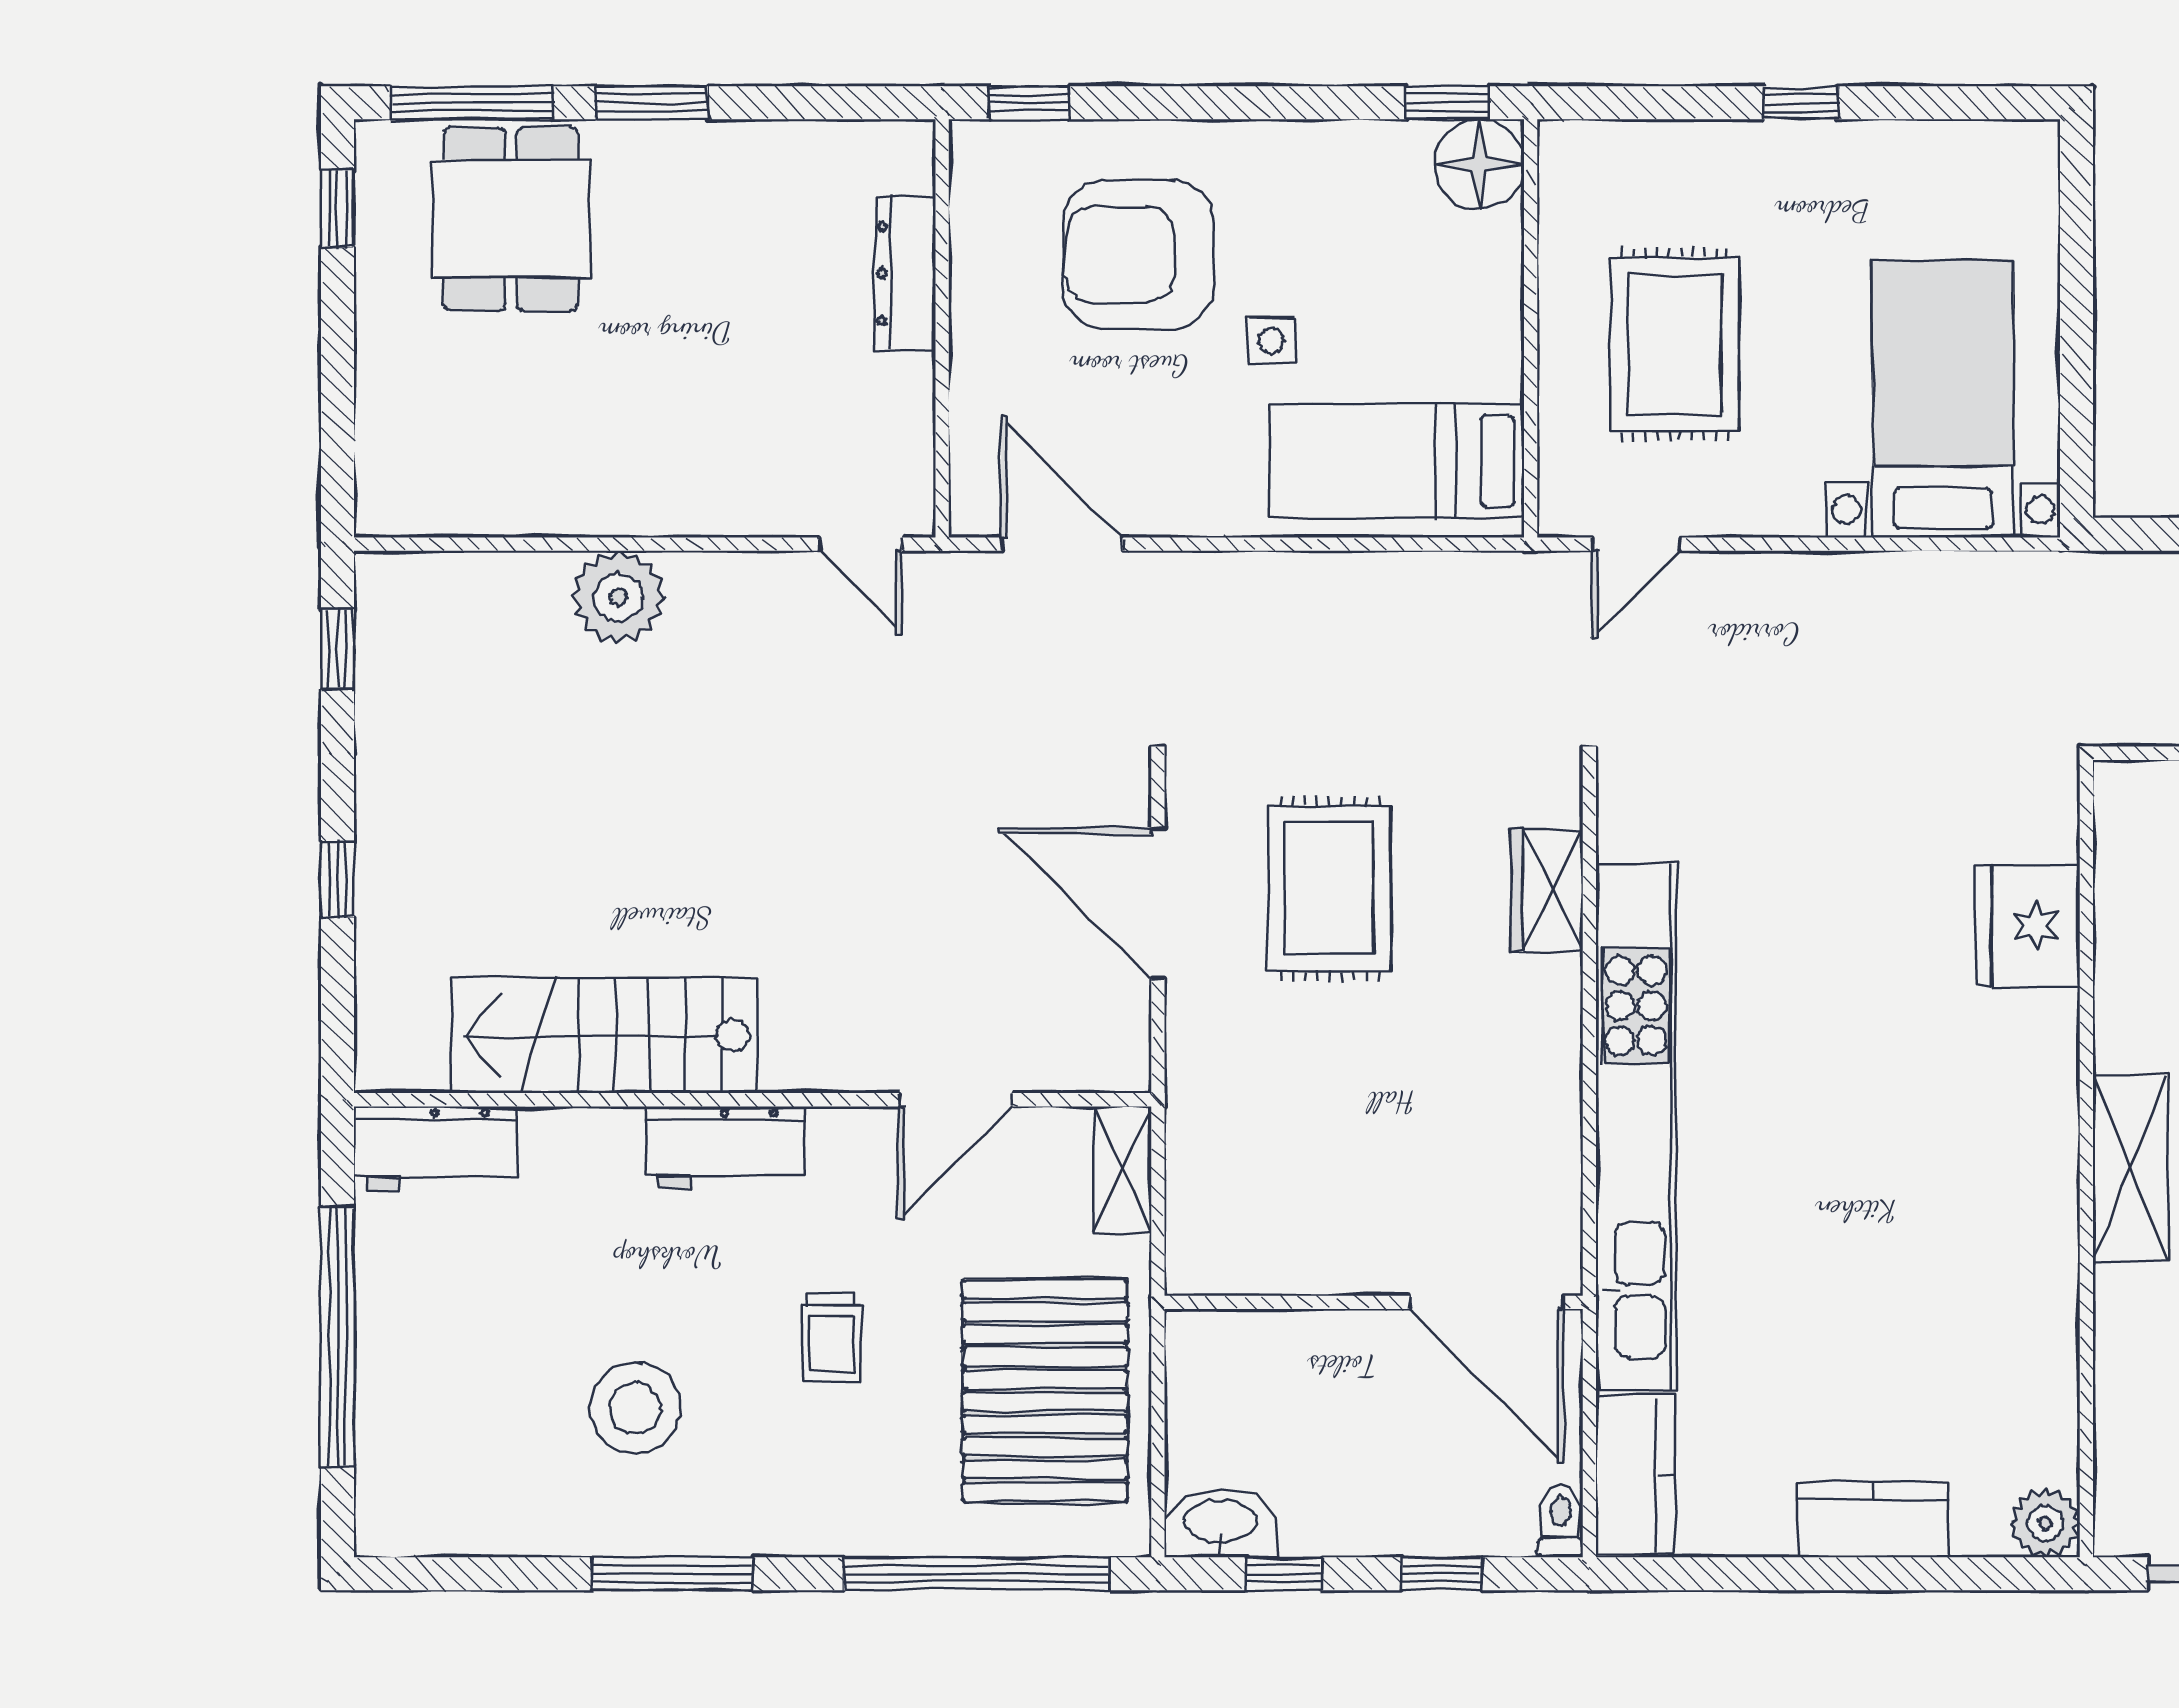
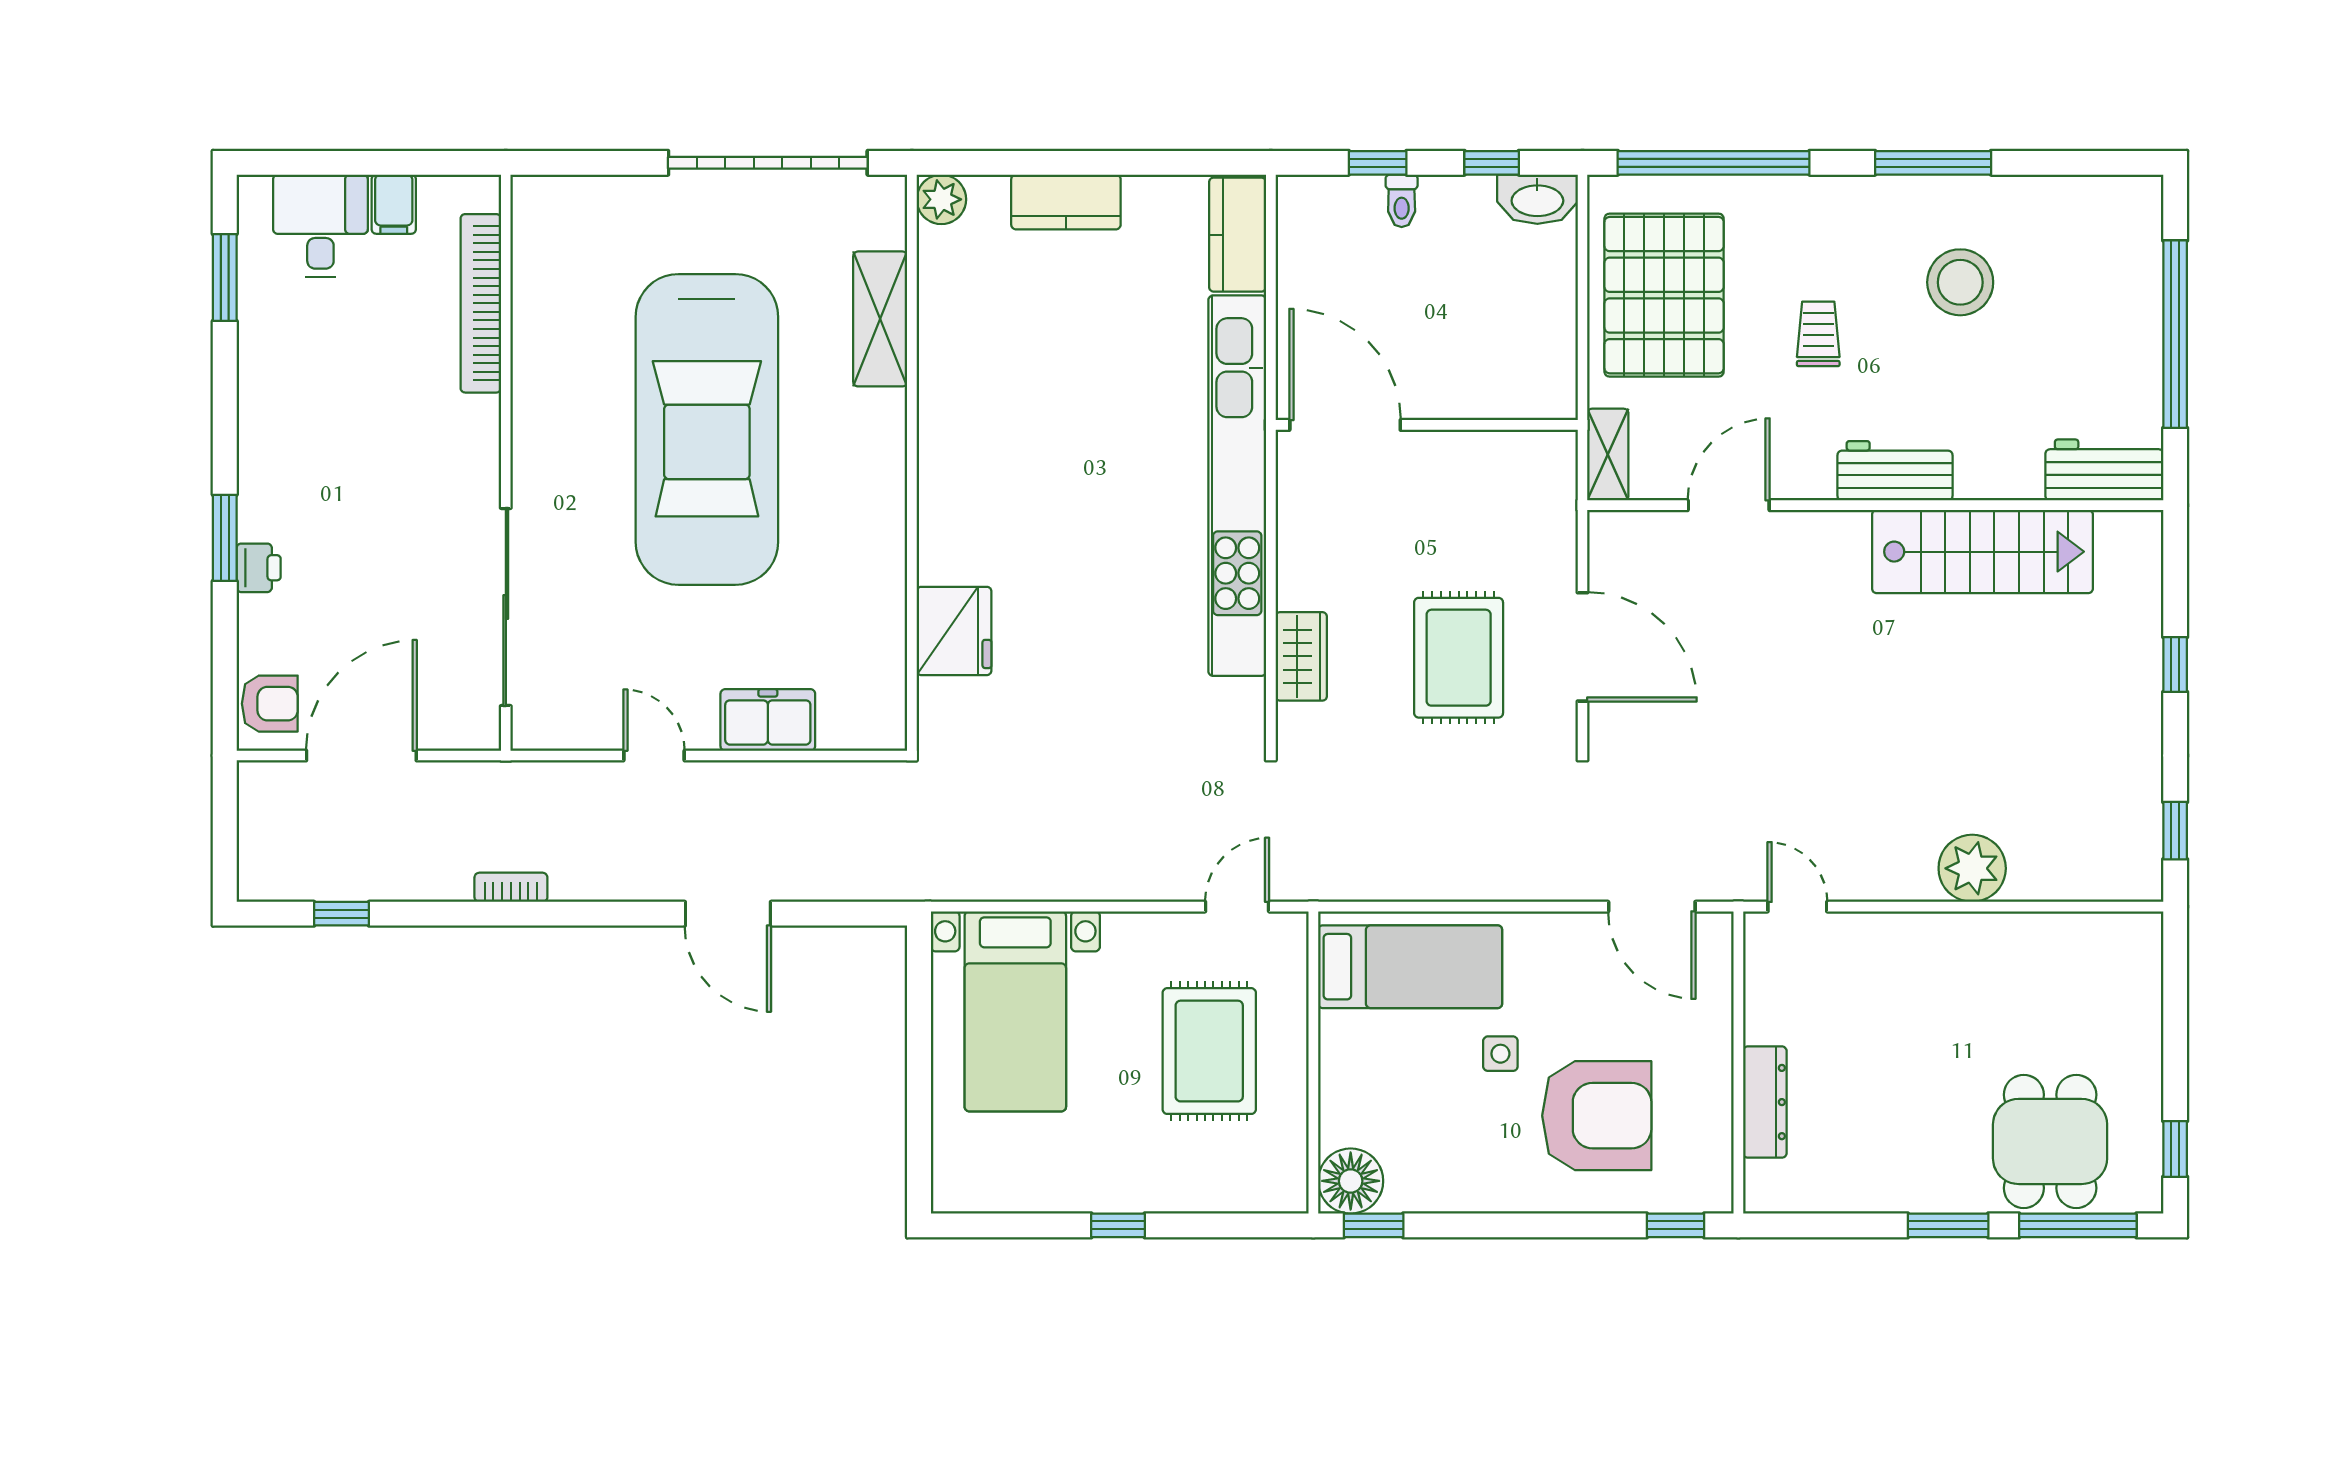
shelving: (2130, 1168) -> (880, 319), moved
wall: (1374, 1302) -> (1427, 425), moved
door: (1487, 1302) -> (1345, 425), moved
toilet: (1561, 1521) -> (1402, 201), moved

